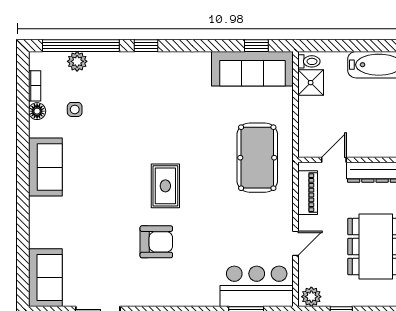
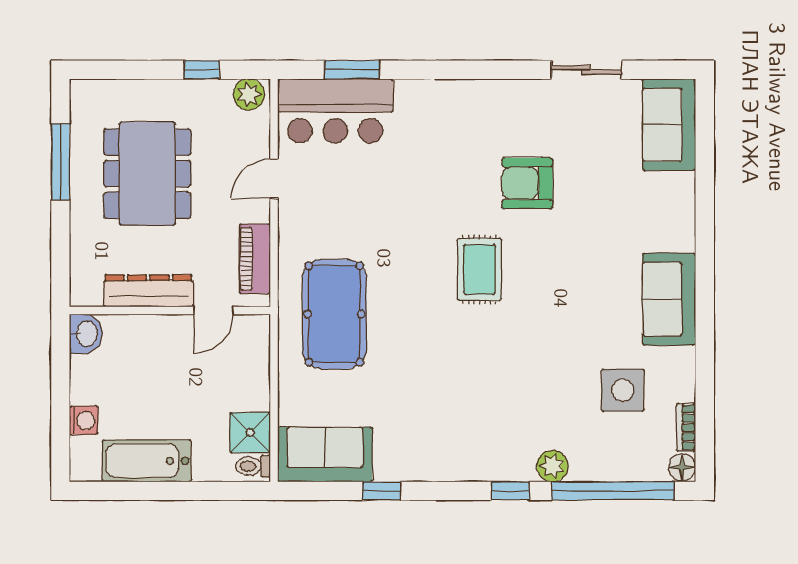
window: (256, 46) -> (382, 491), moved
plant: (77, 61) -> (552, 466), moved
sofa: (252, 69) -> (325, 454), width x0.73
side table: (75, 109) -> (623, 390), width x1.87, depth x1.87
floor lamp: (37, 111) -> (682, 467), moved
armchair: (156, 242) -> (527, 183), moved

